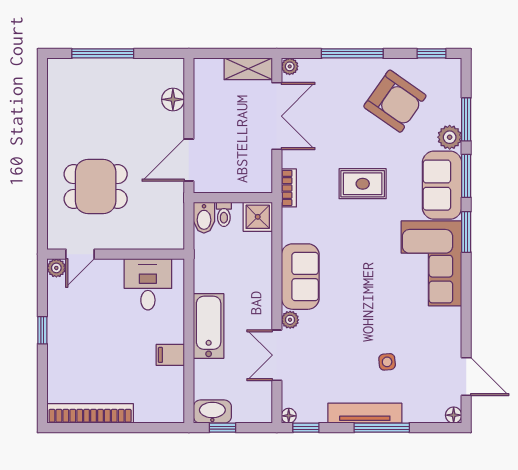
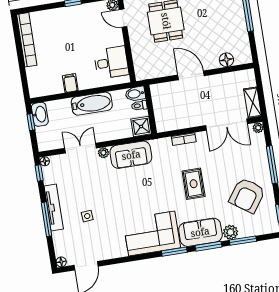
wall: (233, 198) -> (150, 109), moved
toilet: (224, 214) -> (139, 106), moved
shower: (258, 217) -> (141, 126), moved
bidet: (204, 218) -> (135, 94), moved

